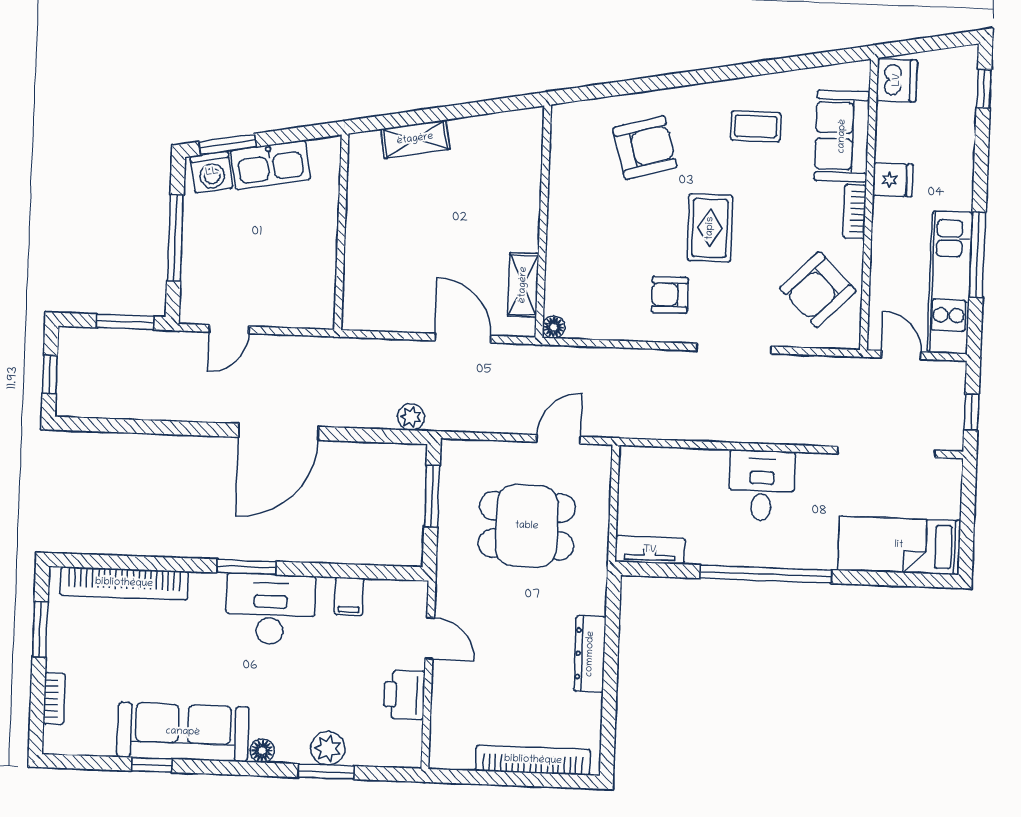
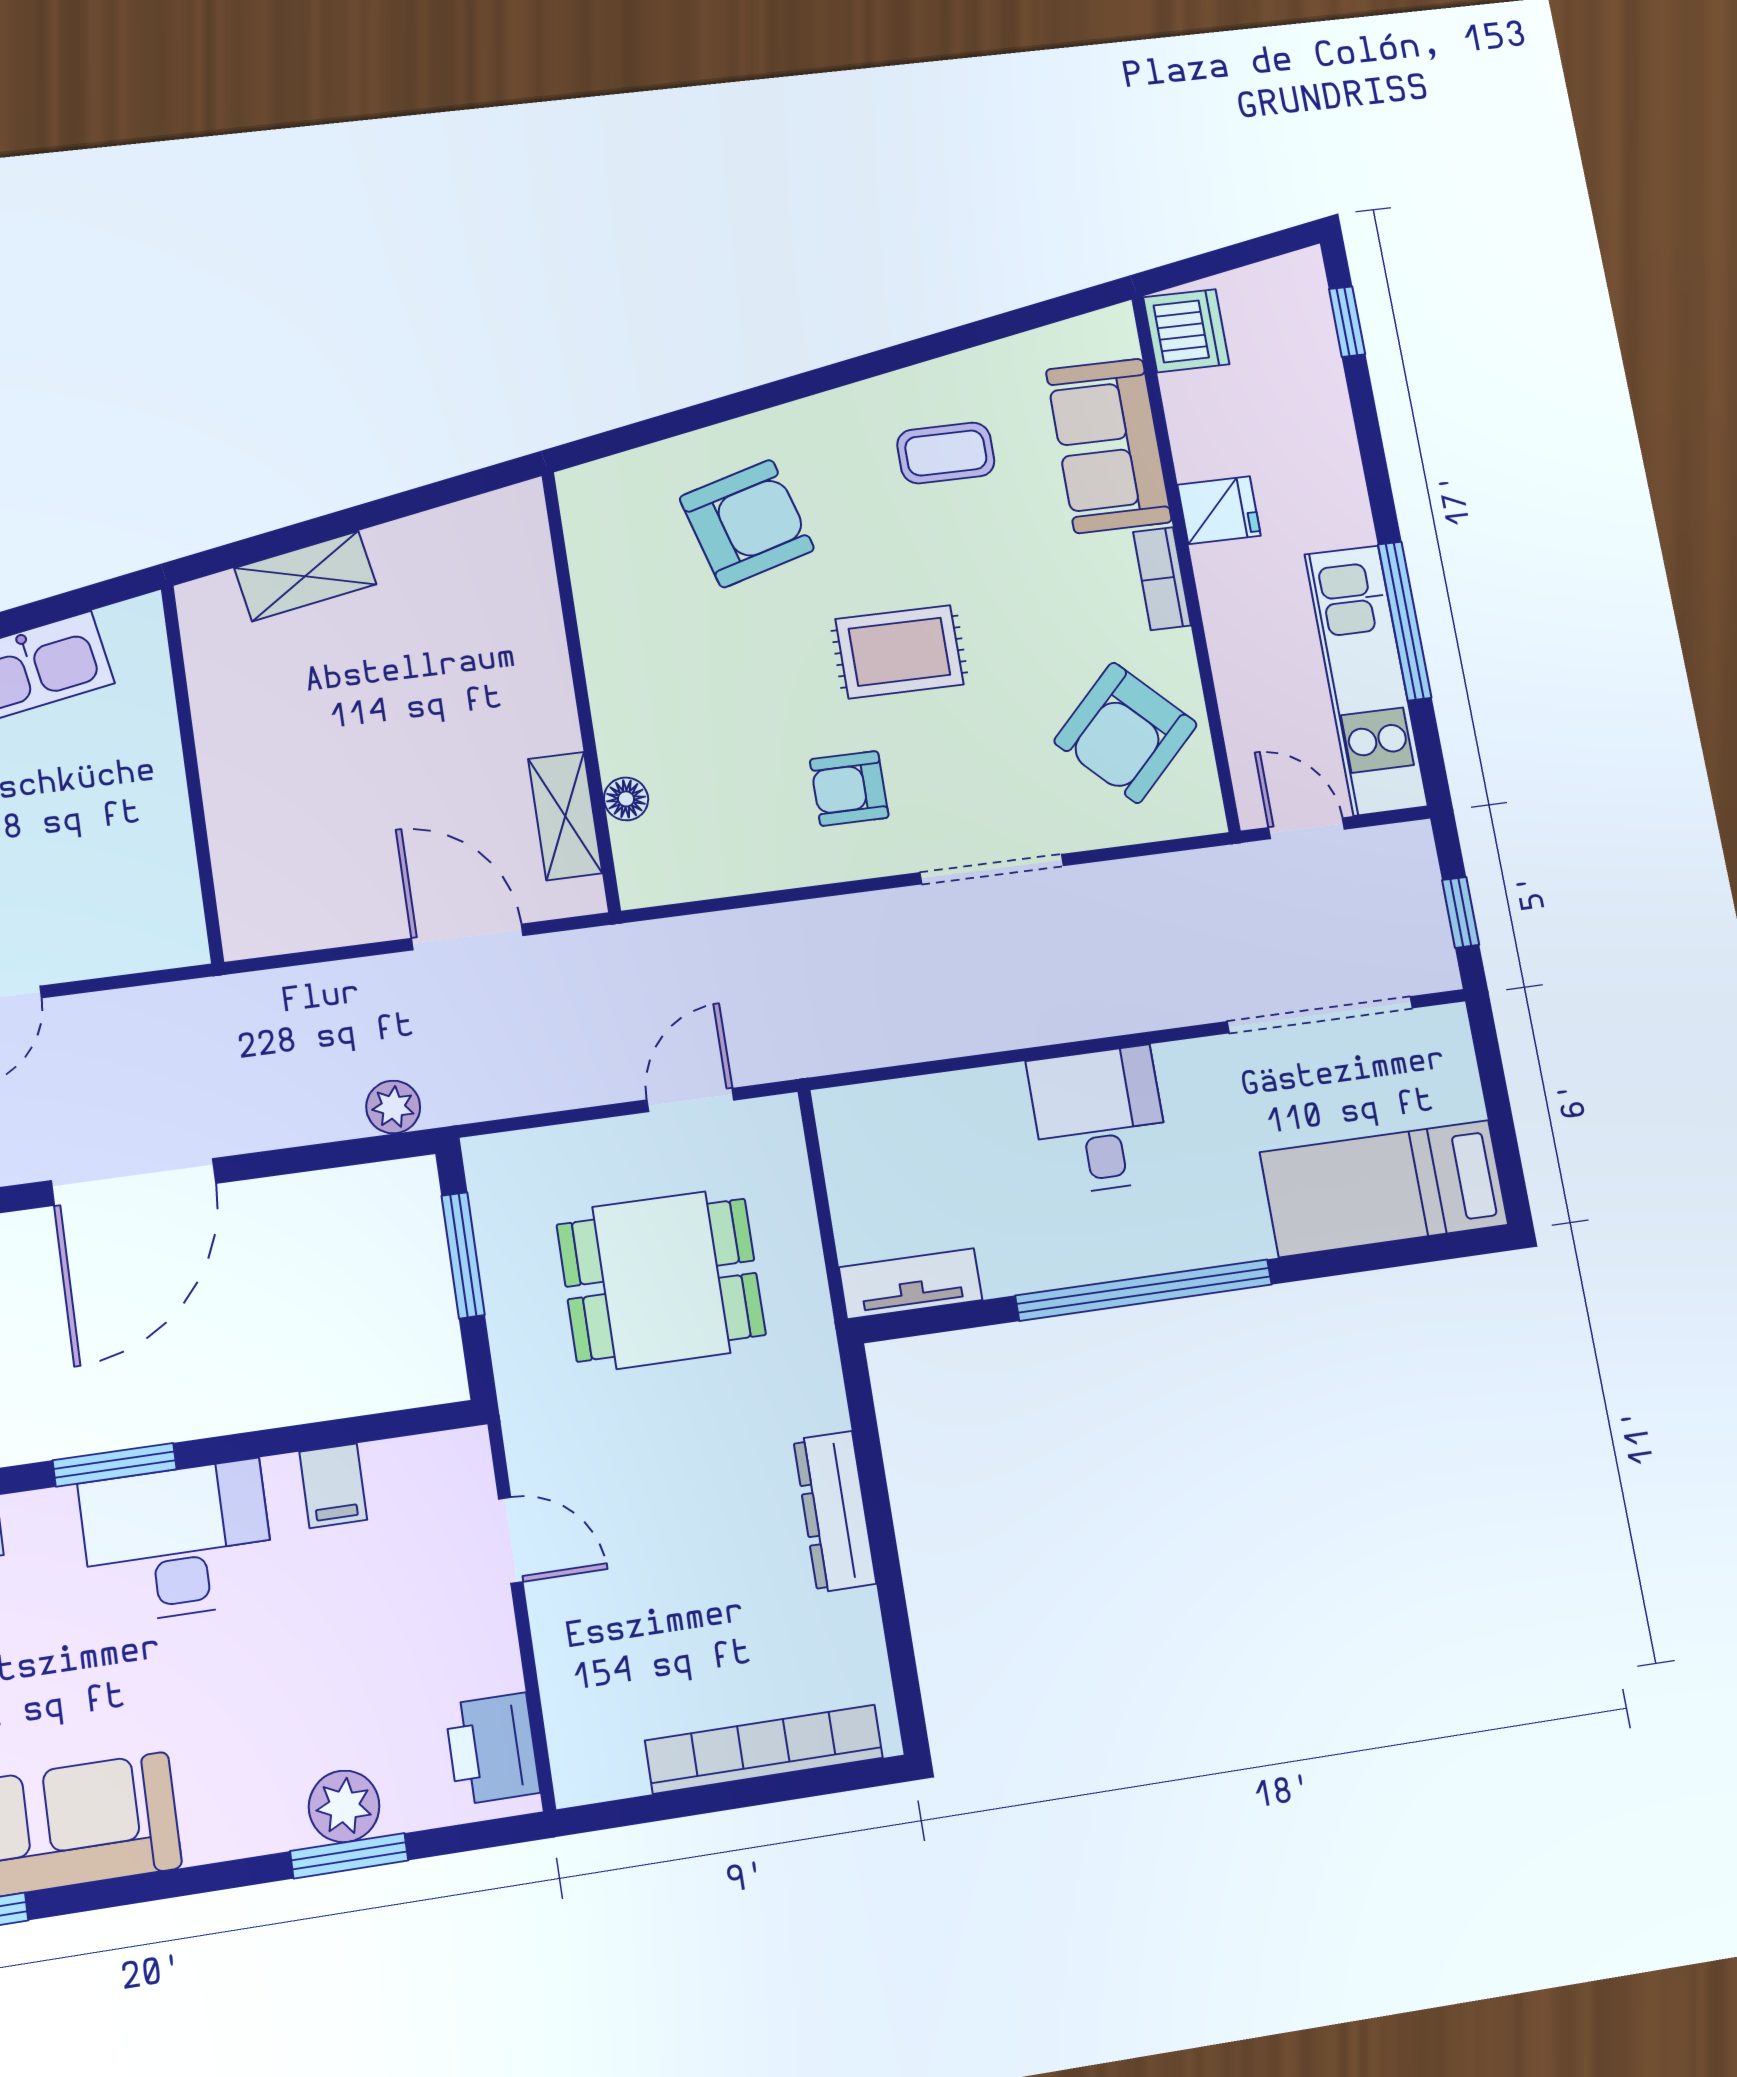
rug: (710, 228) -> (899, 652), turned 90
floor lamp: (554, 327) -> (626, 799), moved
printer: (404, 695) -> (492, 1749), moved
floor lamp: (262, 751) -> (210, 1838), removed

